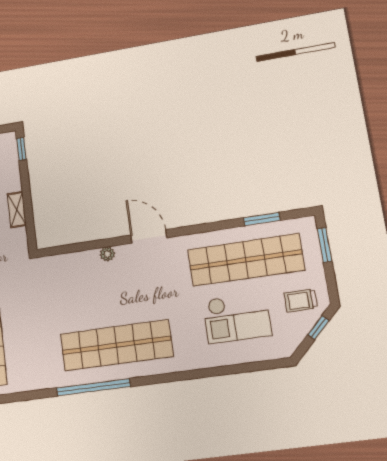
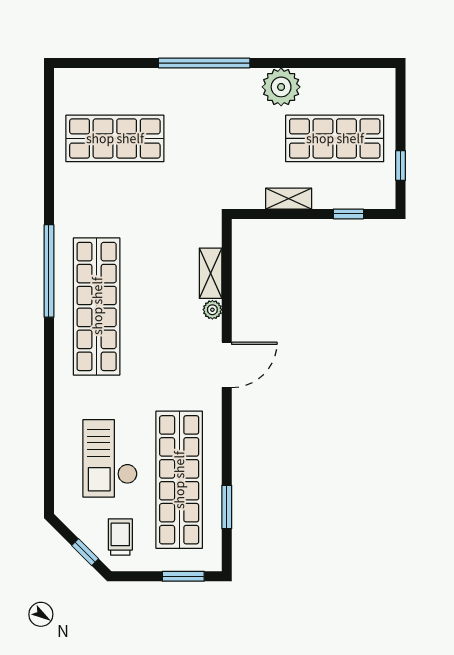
window: (21, 149) -> (348, 214), moved
shelving: (79, 260) -> (211, 273), added

